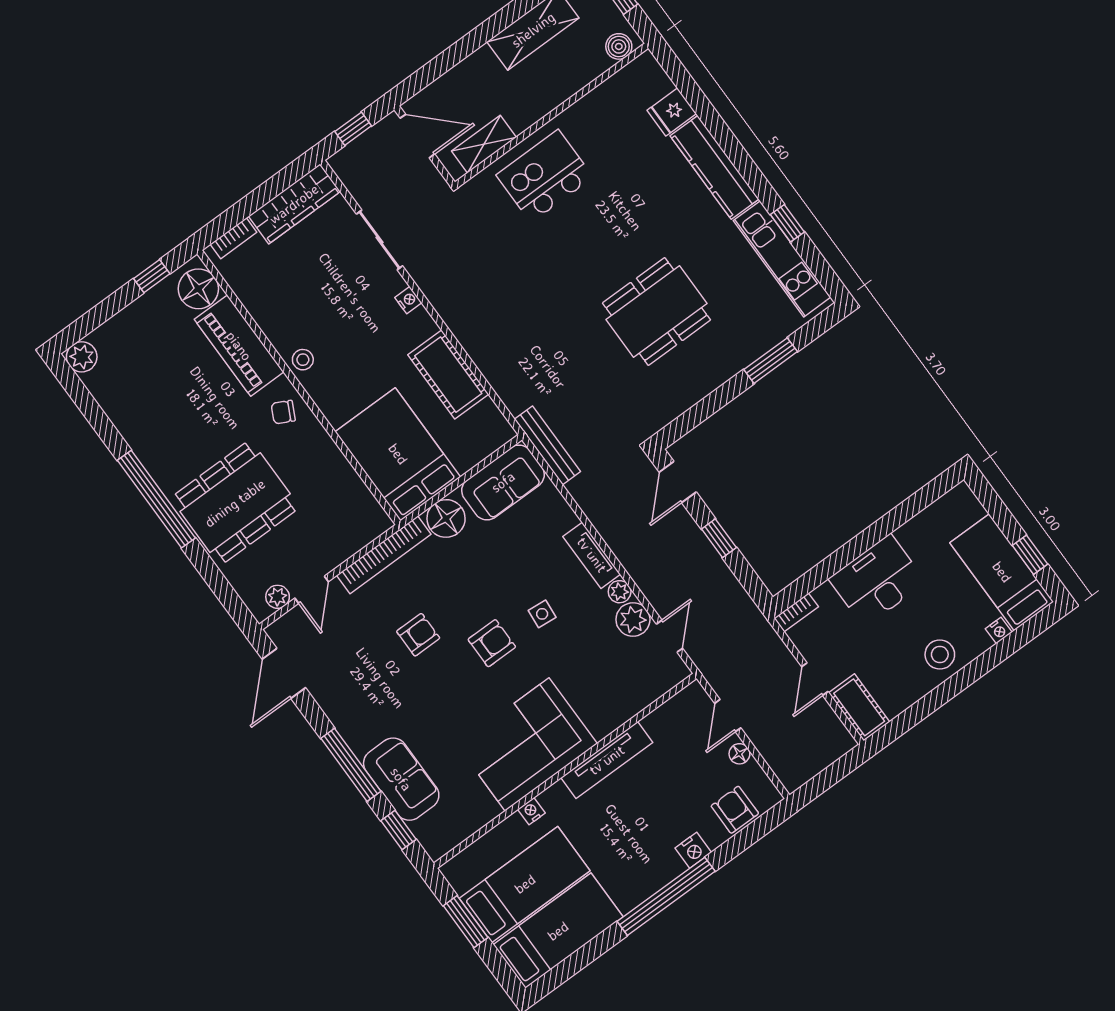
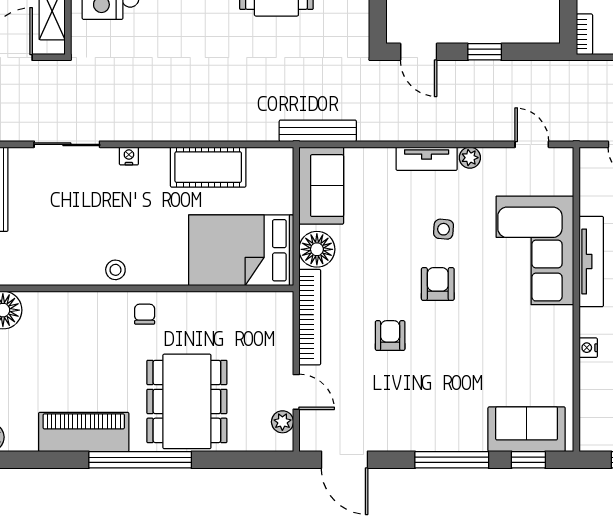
piano: (239, 346) -> (84, 432), moved, turned 180
chair: (283, 412) -> (145, 314), turned 153
plant: (633, 620) -> (499, 163), removed
corner sofa: (527, 744) -> (535, 250), moved
sofa: (401, 779) -> (527, 429), moved

